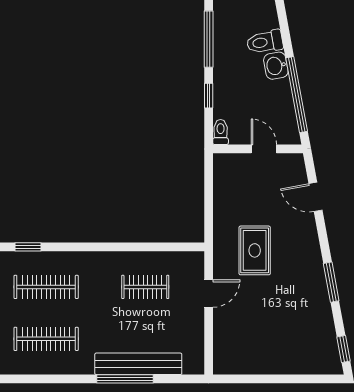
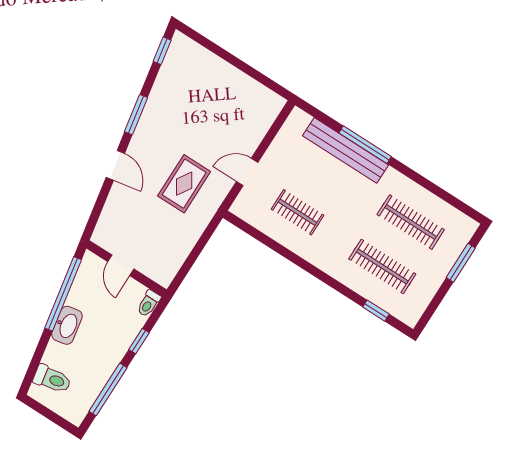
toilet: (265, 42) -> (52, 379), moved
washbasin: (276, 66) -> (67, 325), width x1.38
door: (316, 197) -> (115, 165), moved

